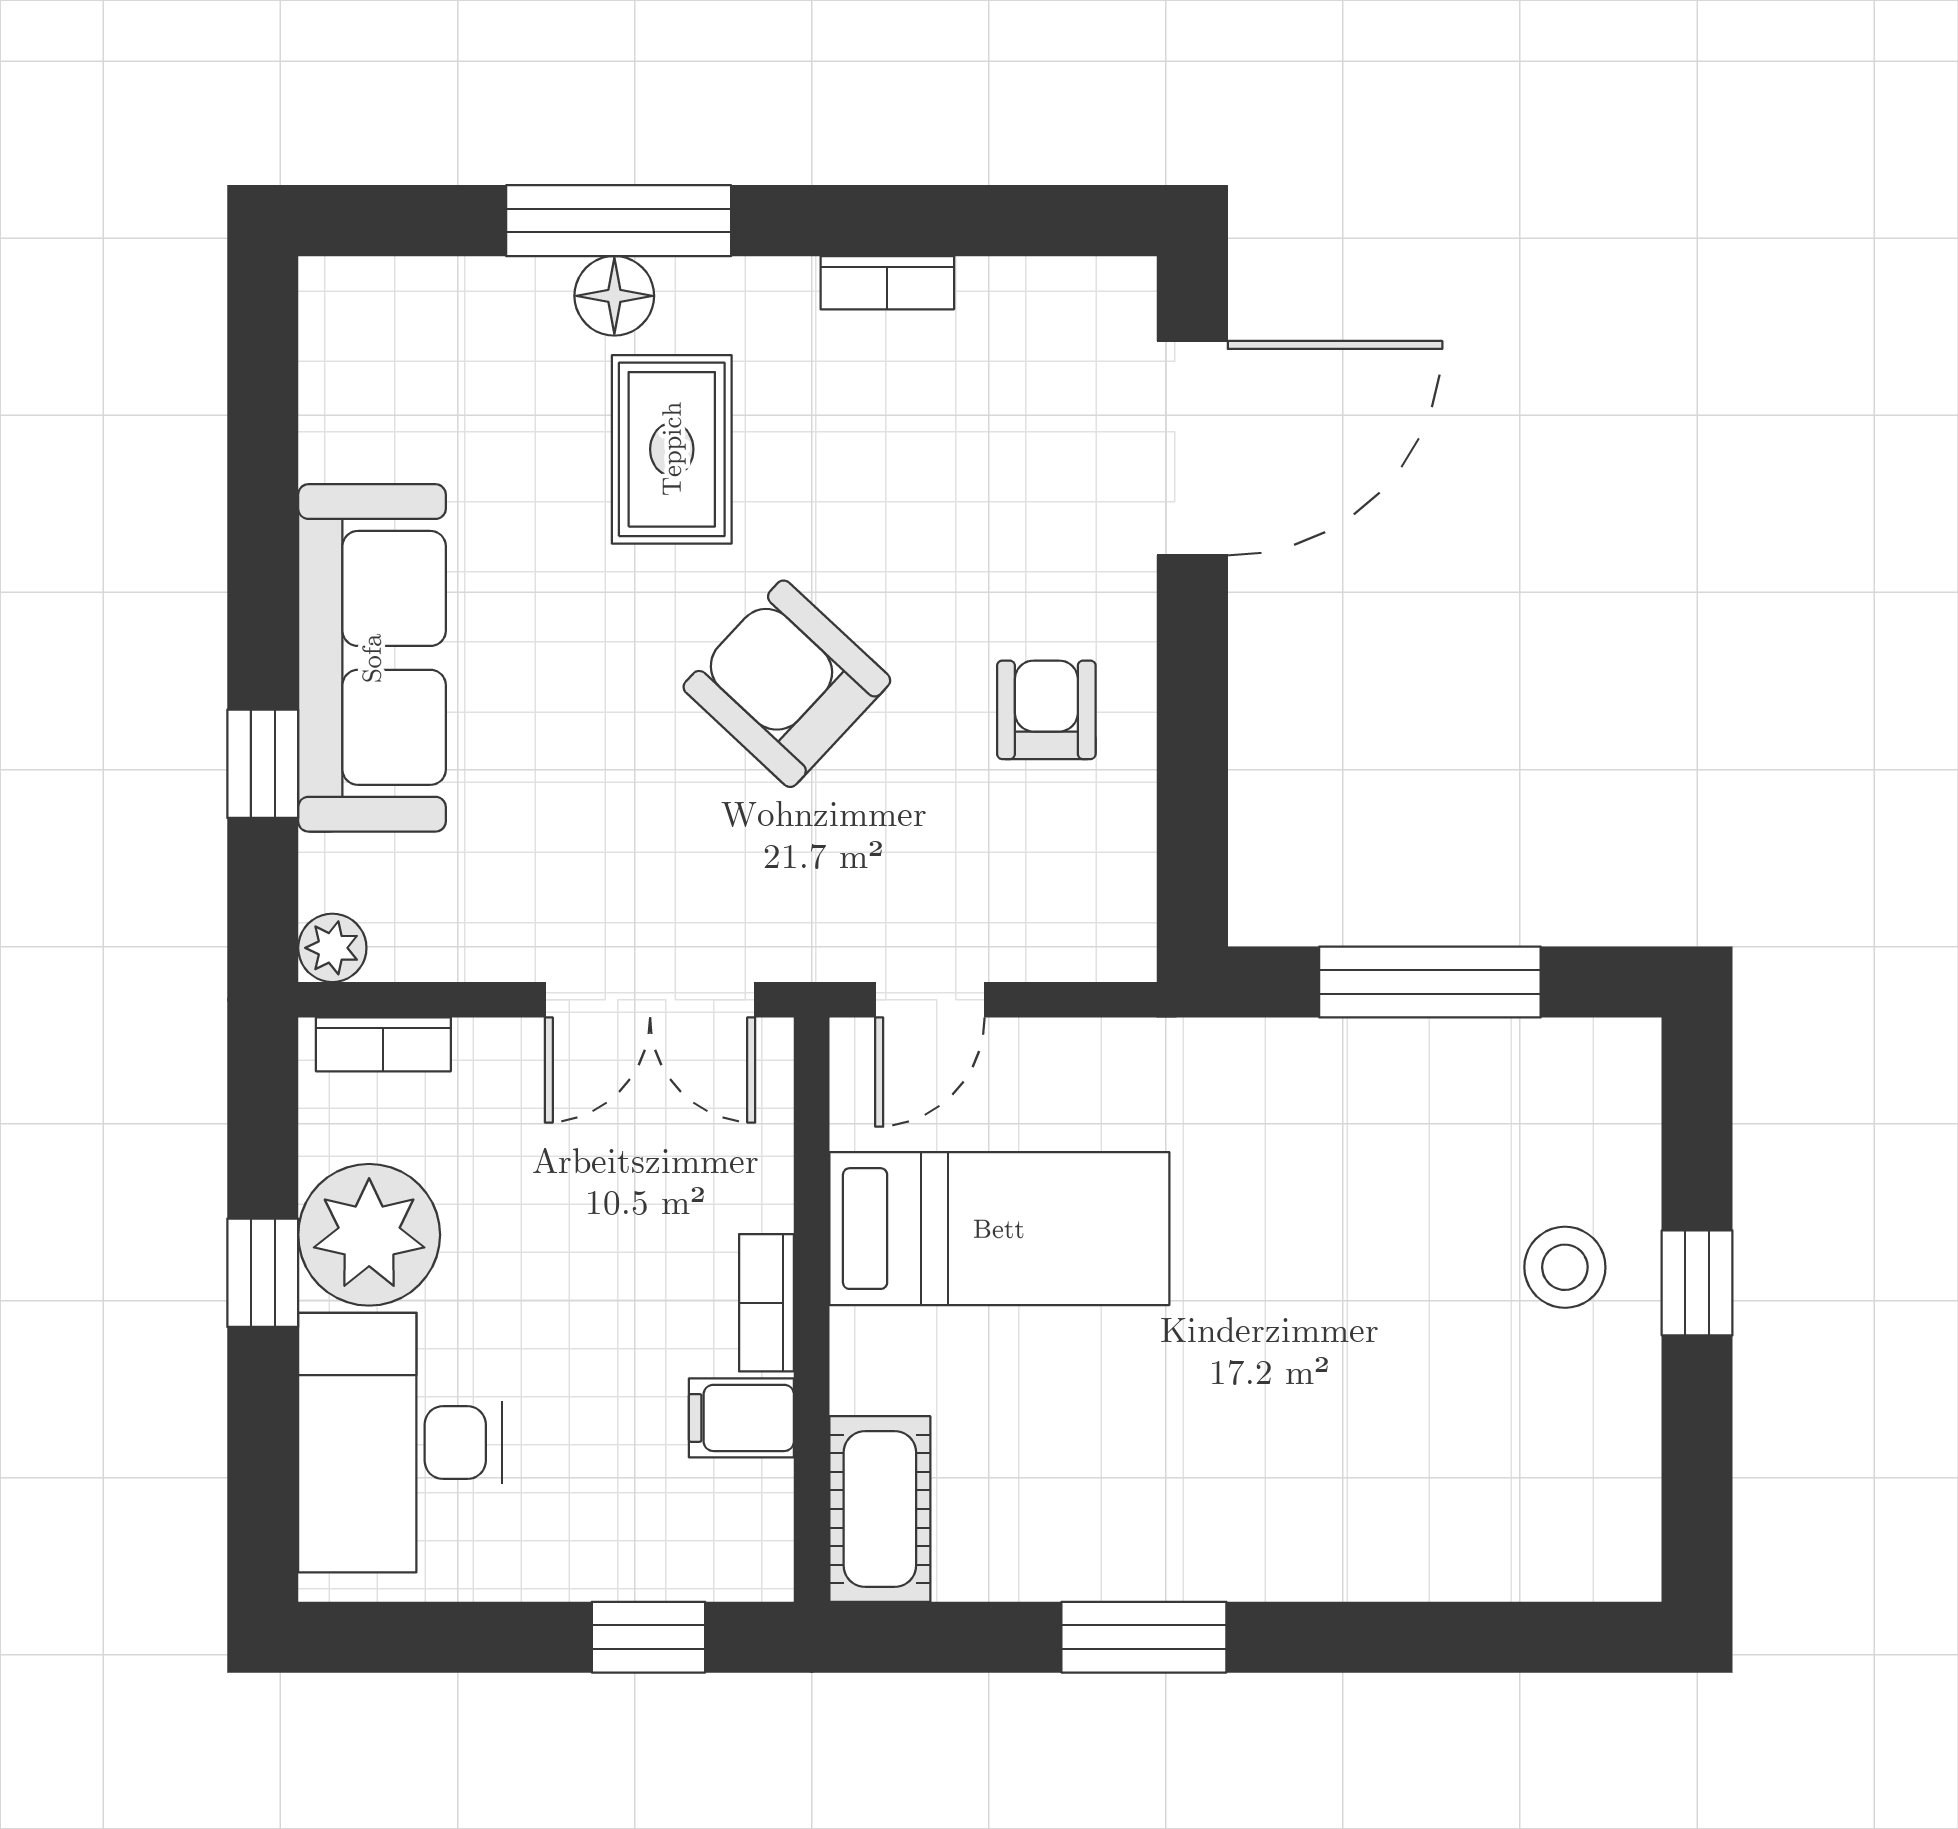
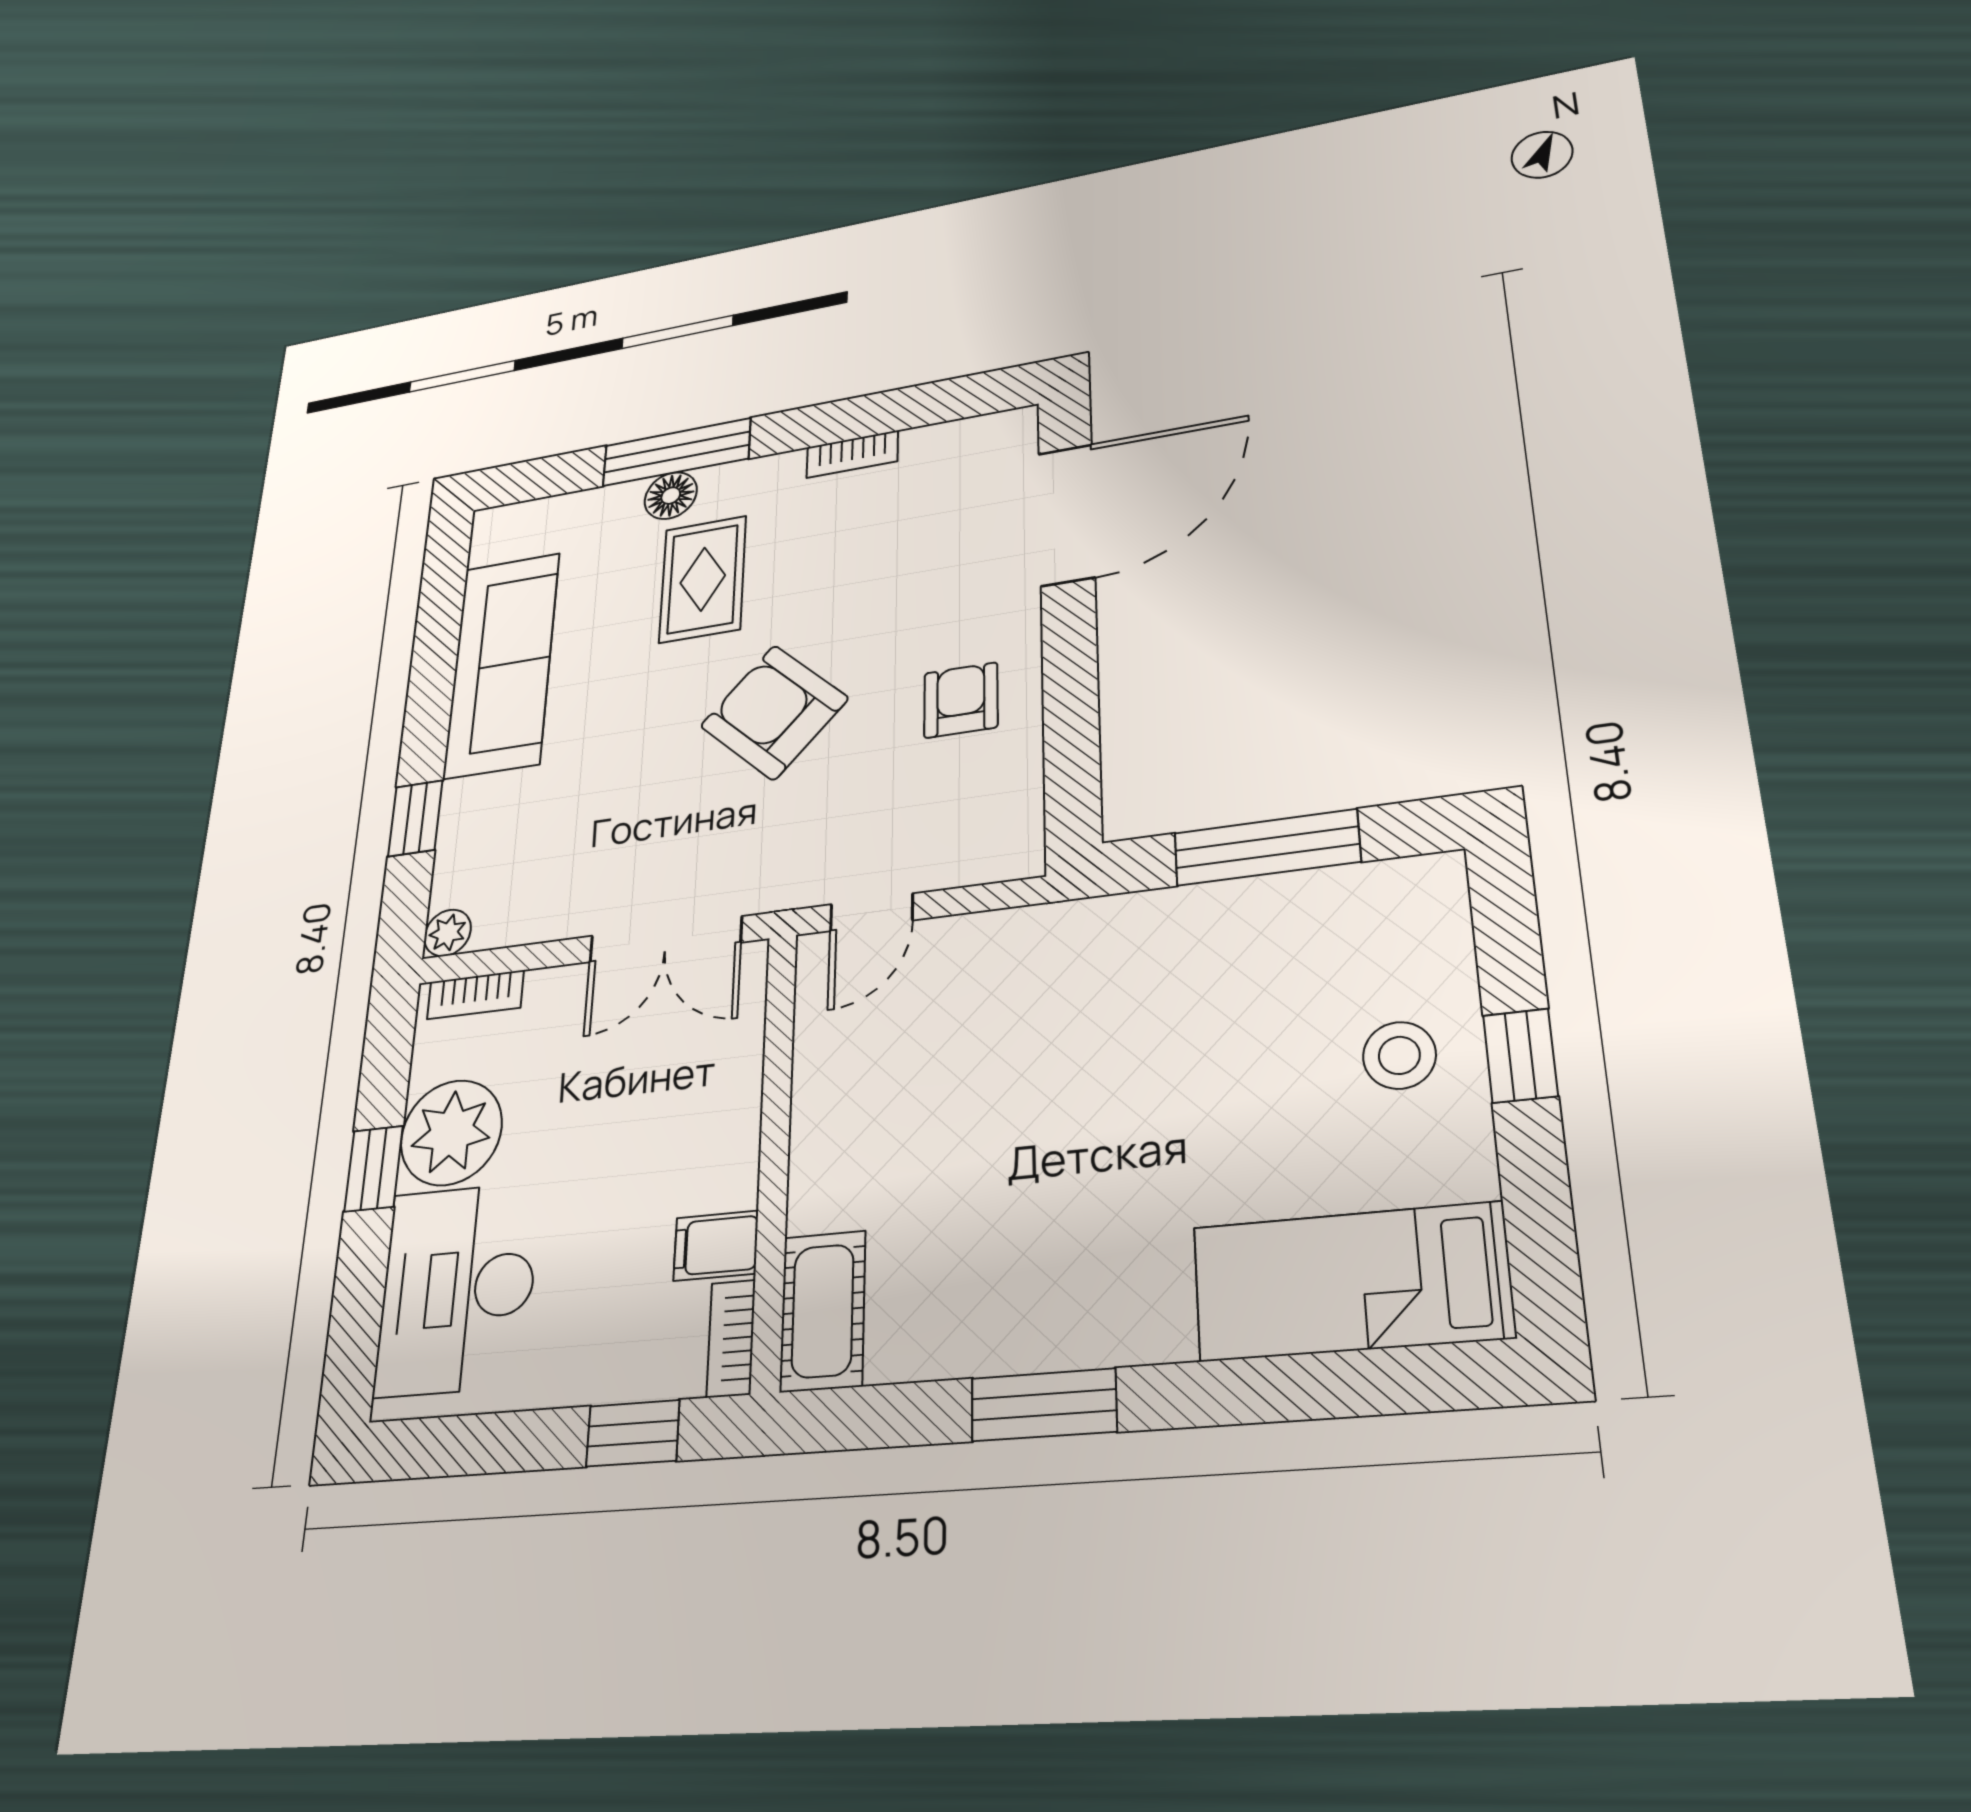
sofa: (372, 658) -> (502, 664), moved
bed: (999, 1229) -> (1351, 1282), moved, turned 180
bookcase: (767, 1303) -> (731, 1338), moved

